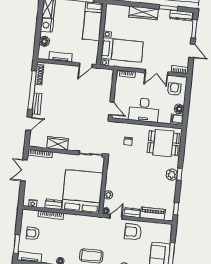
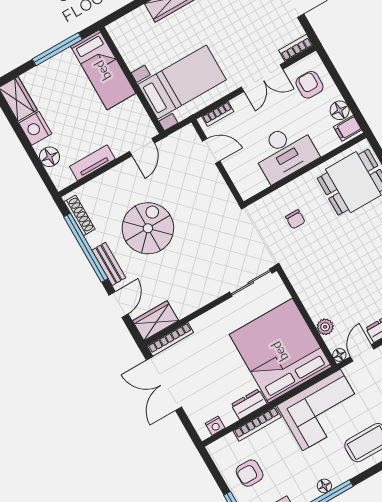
spiral stairs: (64, 101) -> (148, 228), added
door: (111, 108) -> (211, 151), moved
wardrobe: (58, 143) -> (155, 321), moved
double door: (24, 170) -> (164, 384), width x1.37
corner sofa: (82, 228) -> (322, 410), added

